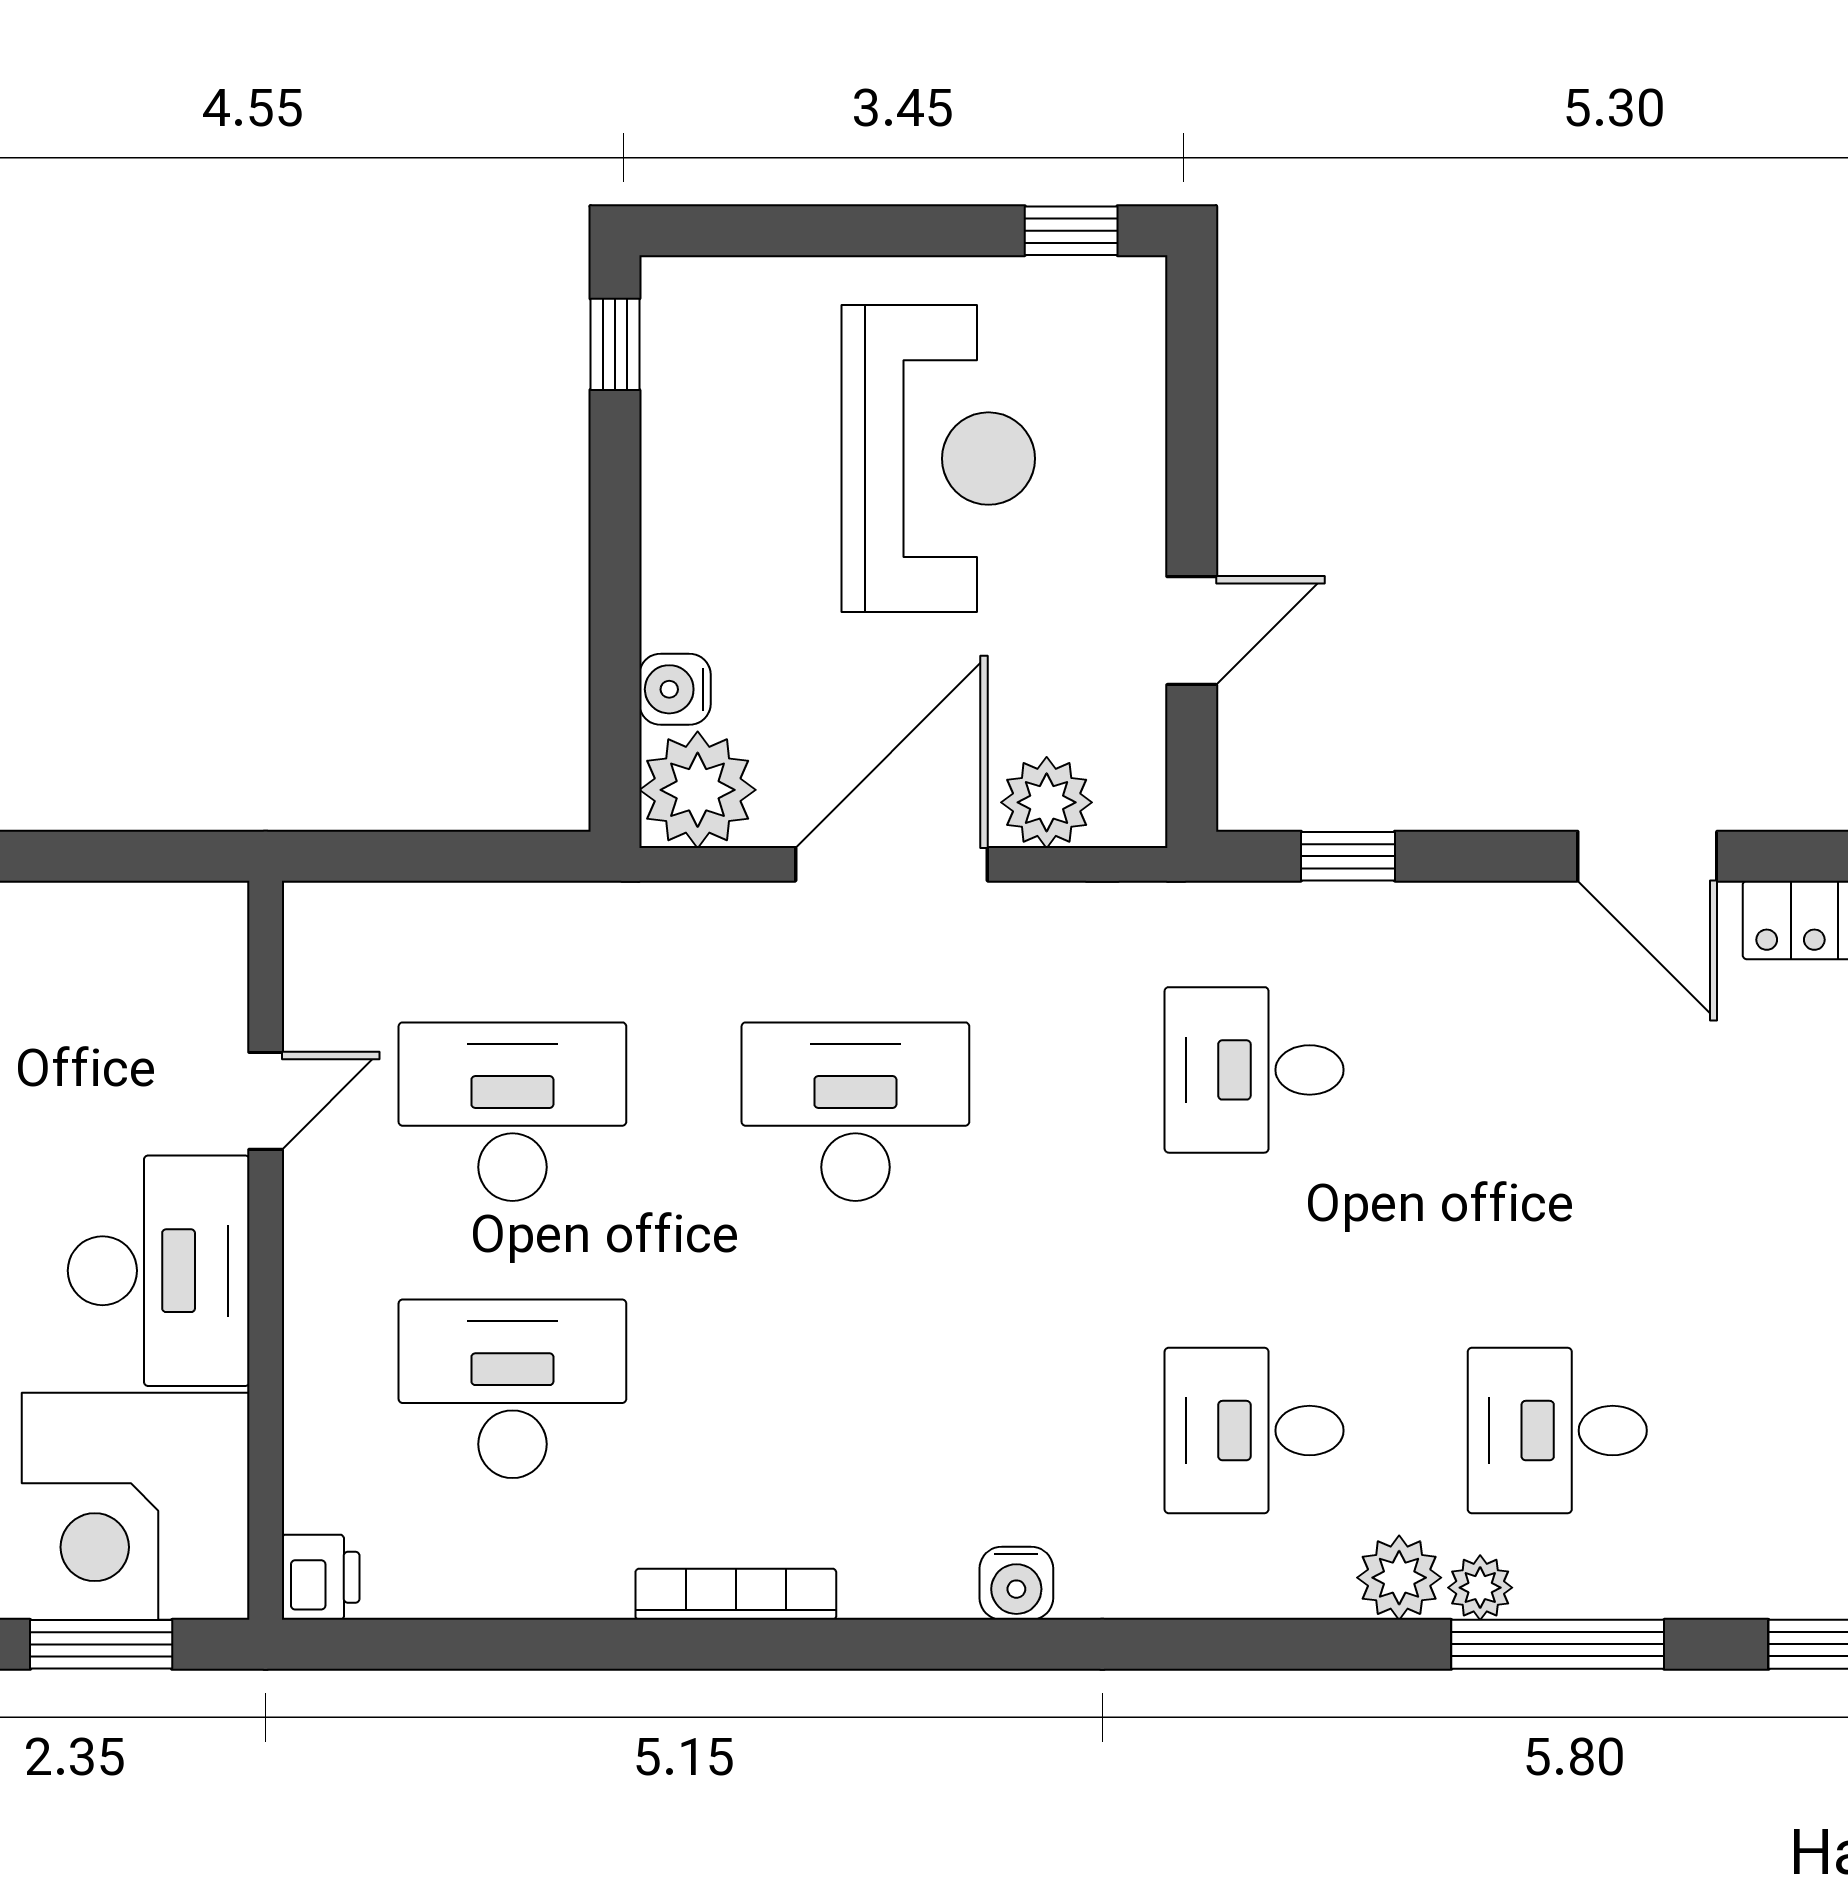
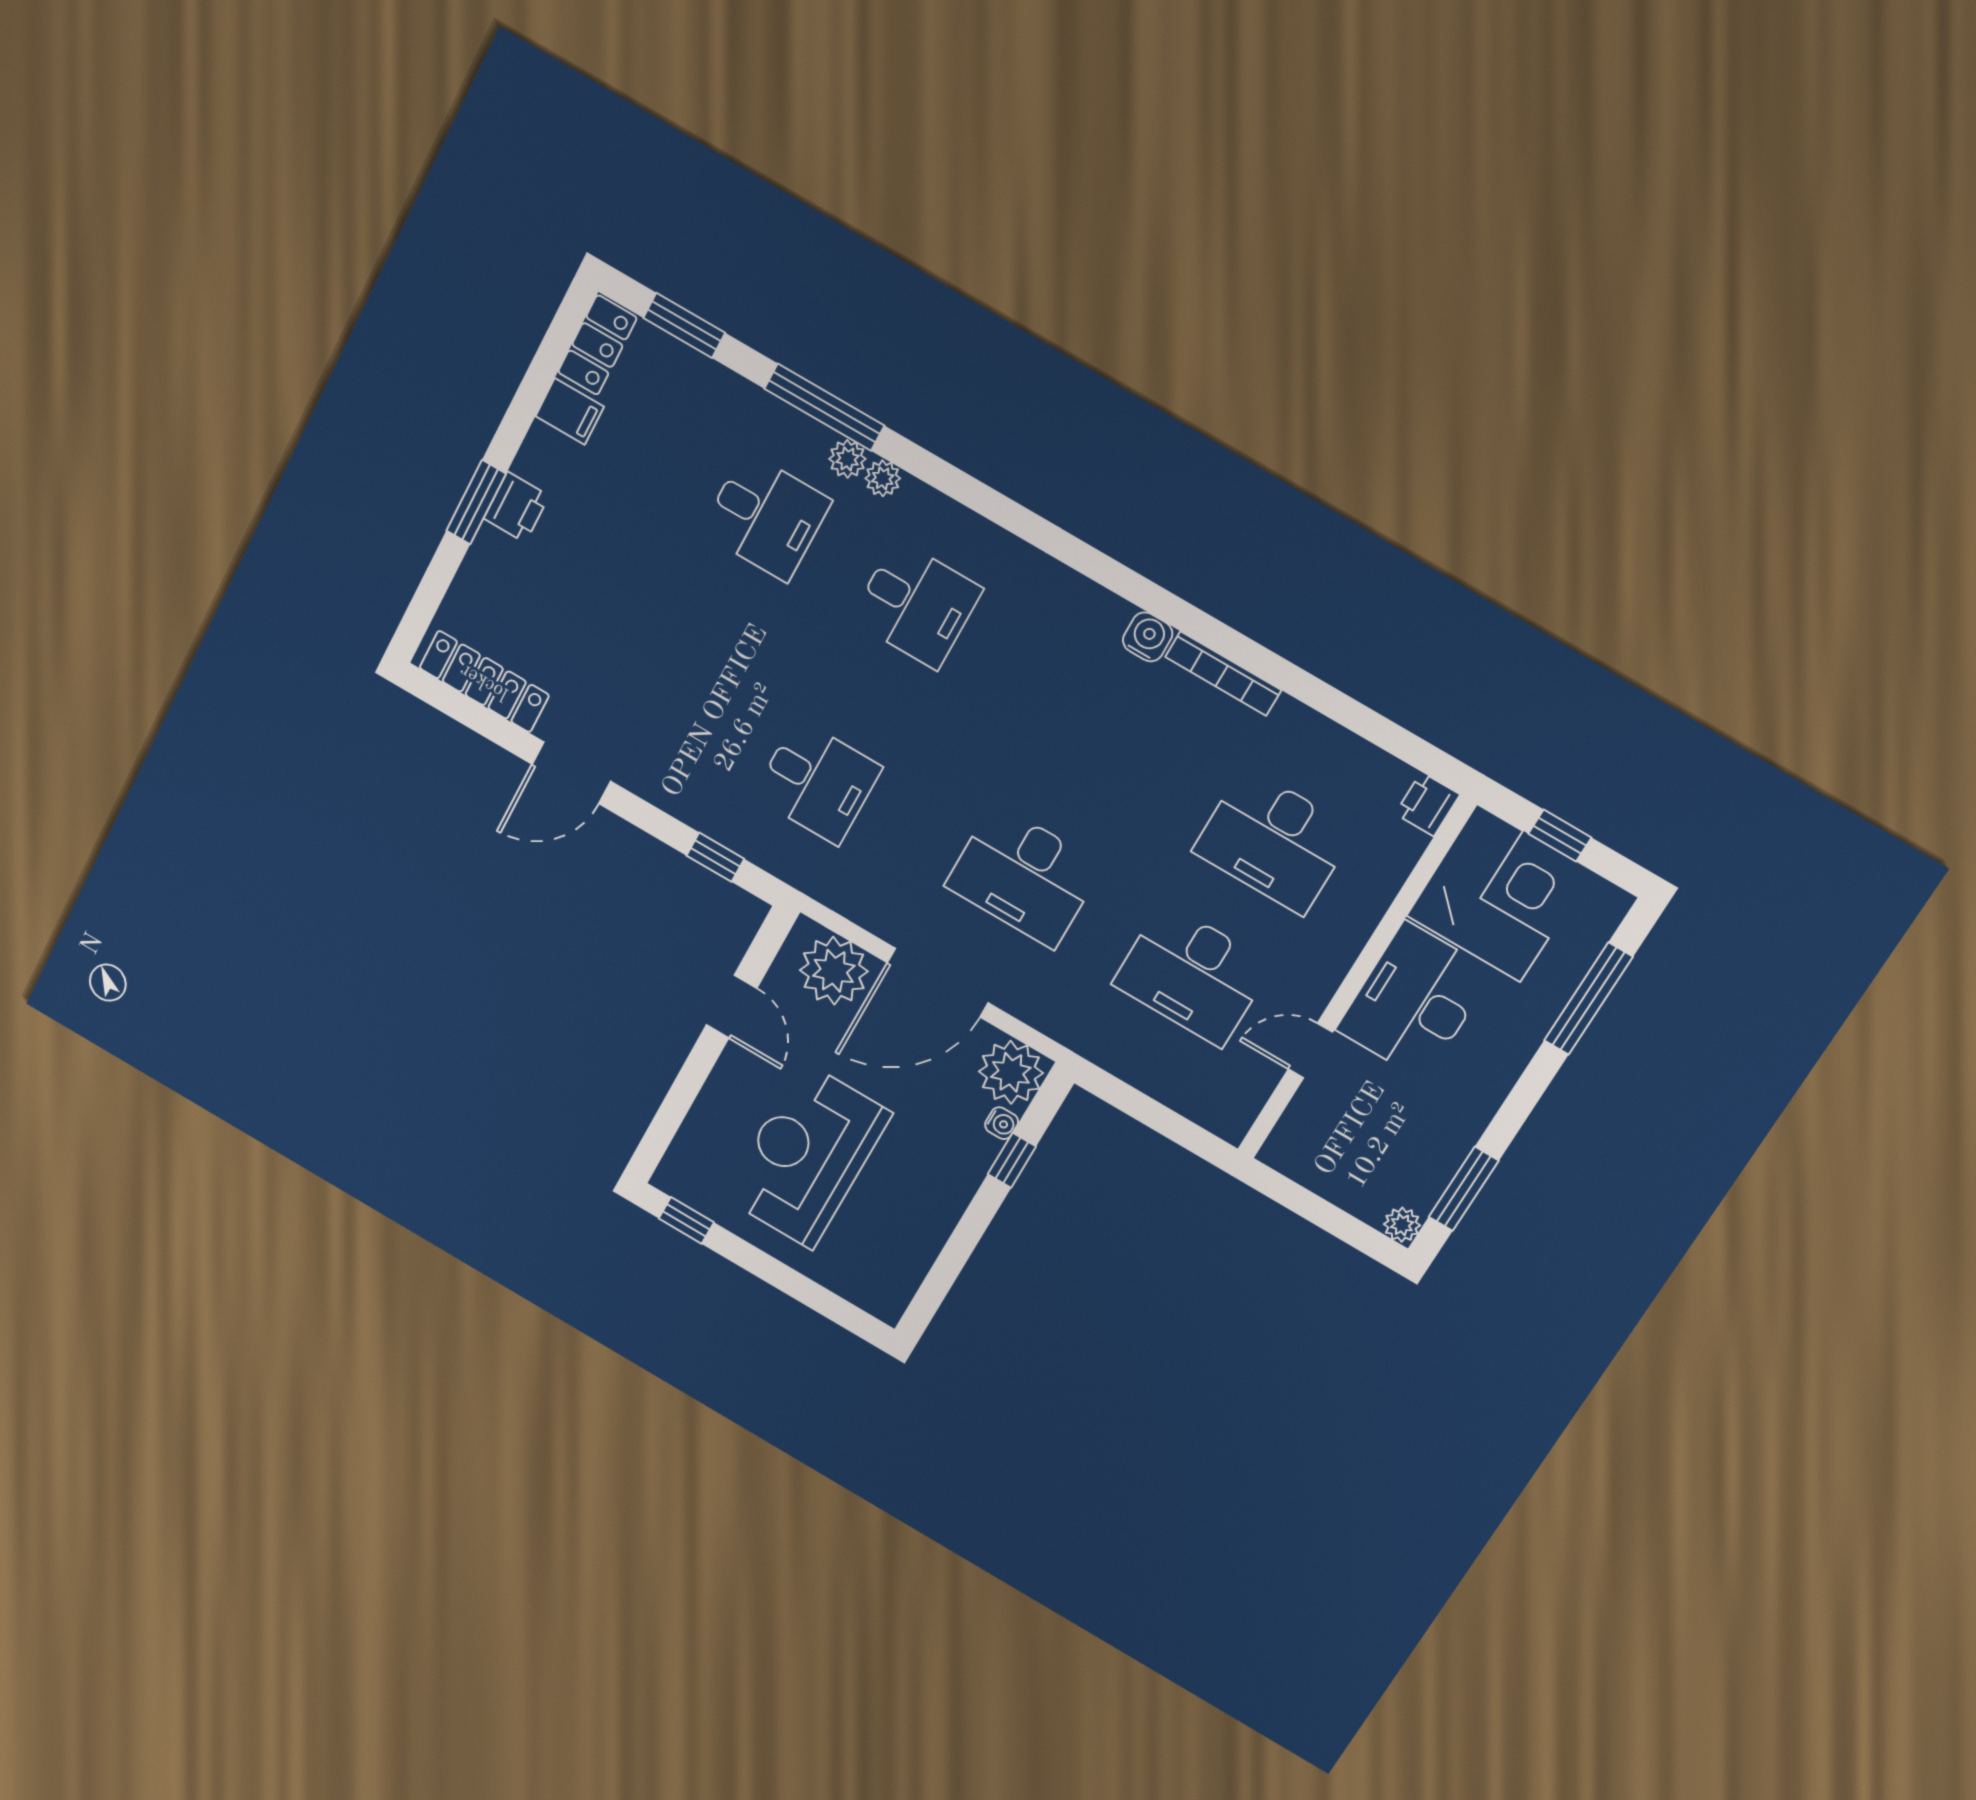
window: (615, 344) -> (1012, 1160), moved
door: (1192, 631) -> (731, 1007), swing flipped
water cooler: (675, 689) -> (1002, 1123), width x0.72, depth x0.72
plant: (1047, 802) -> (834, 971), width x1.36, depth x1.36
door: (1647, 856) -> (571, 773), swing flipped
plant: (1399, 1578) -> (883, 478), width x0.73, depth x0.73
water cooler: (1016, 1583) -> (1148, 637), moved
window: (101, 1644) -> (1560, 836), width x0.67

